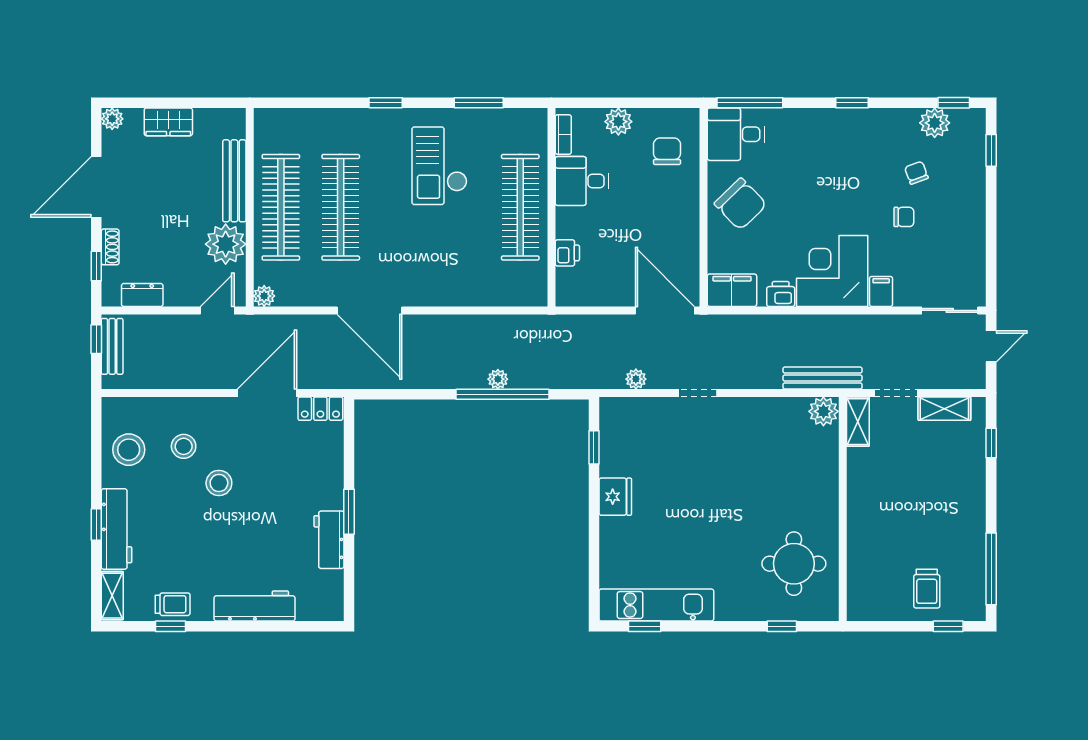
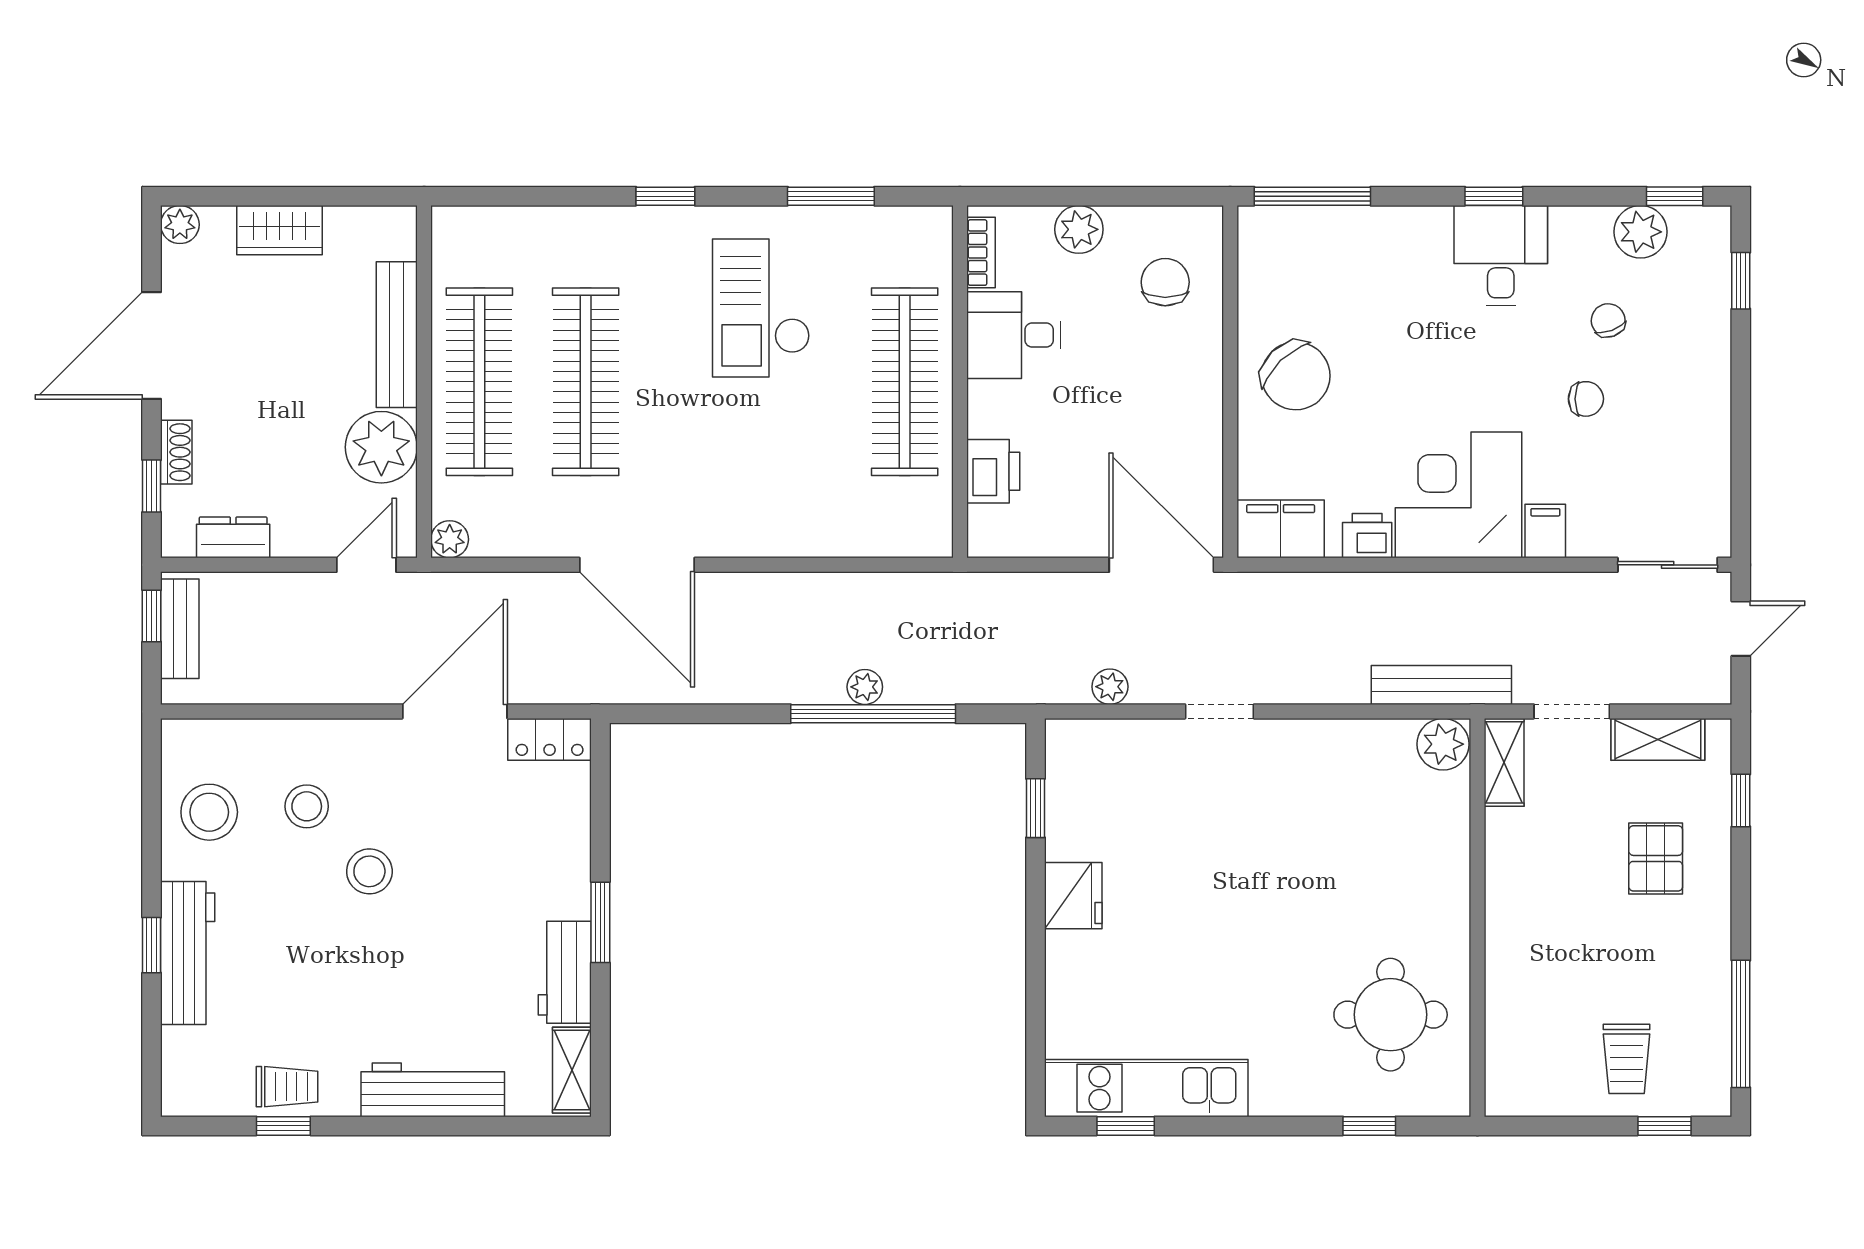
desk: (736, 134) -> (1501, 256), moved, turned 90
printer: (567, 253) -> (993, 471), width x1.36, depth x1.24
pallet: (943, 476) -> (1656, 858), added
shelving: (112, 596) -> (572, 1070), moved

